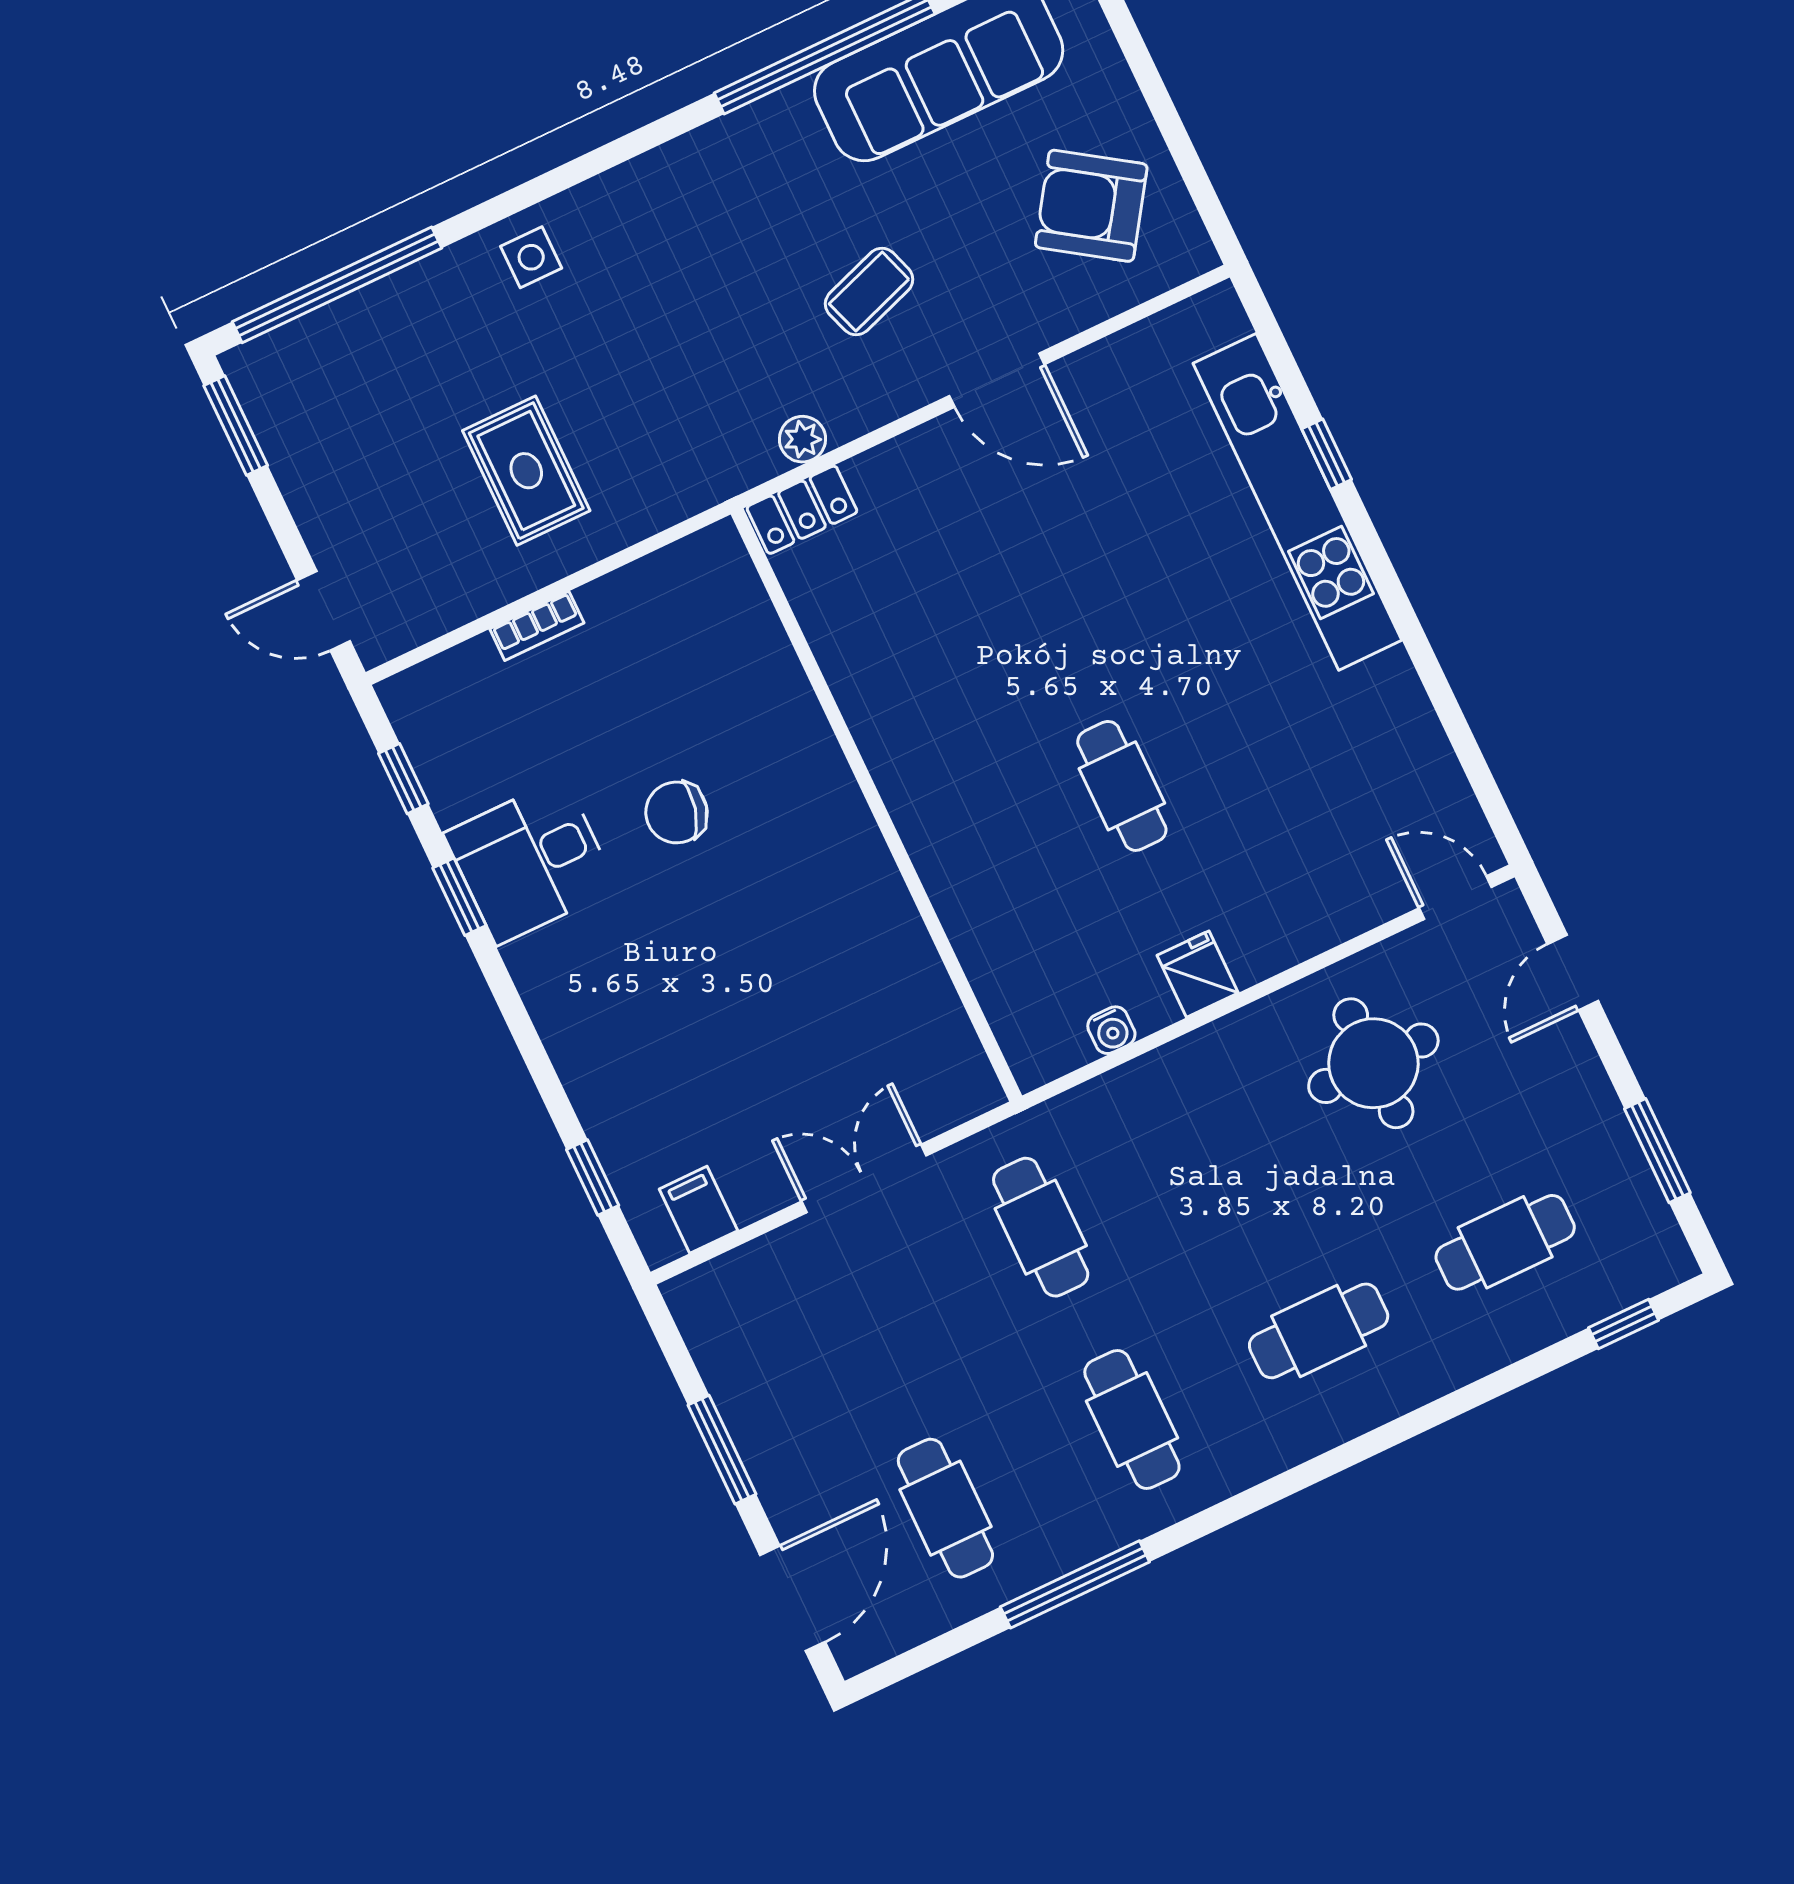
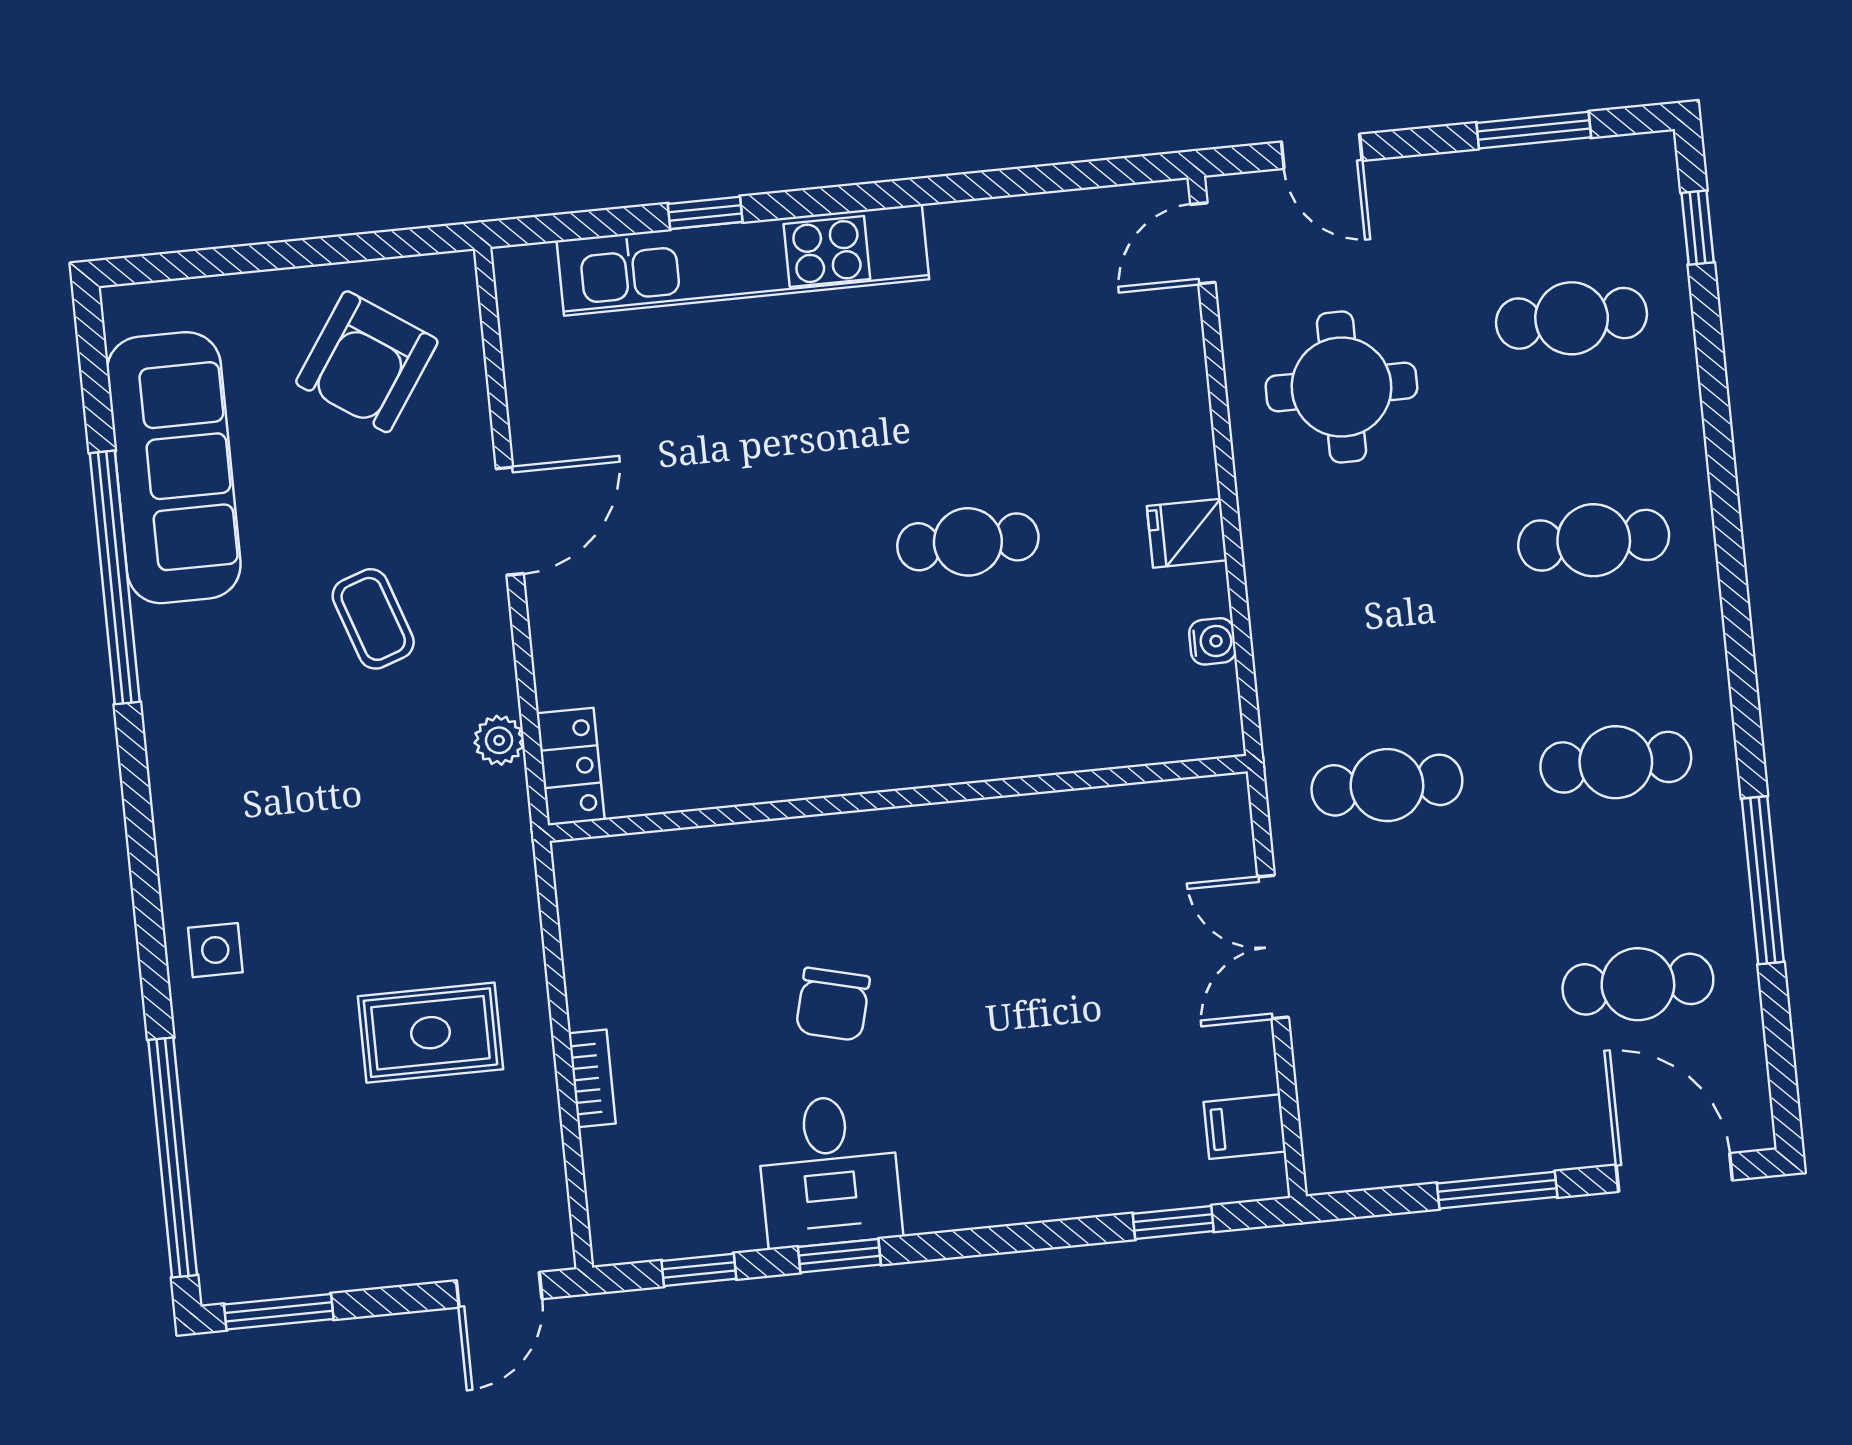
cafe table: (1505, 1242) -> (1572, 318), turned 90
cafe table: (1319, 1331) -> (1594, 540), turned 90

